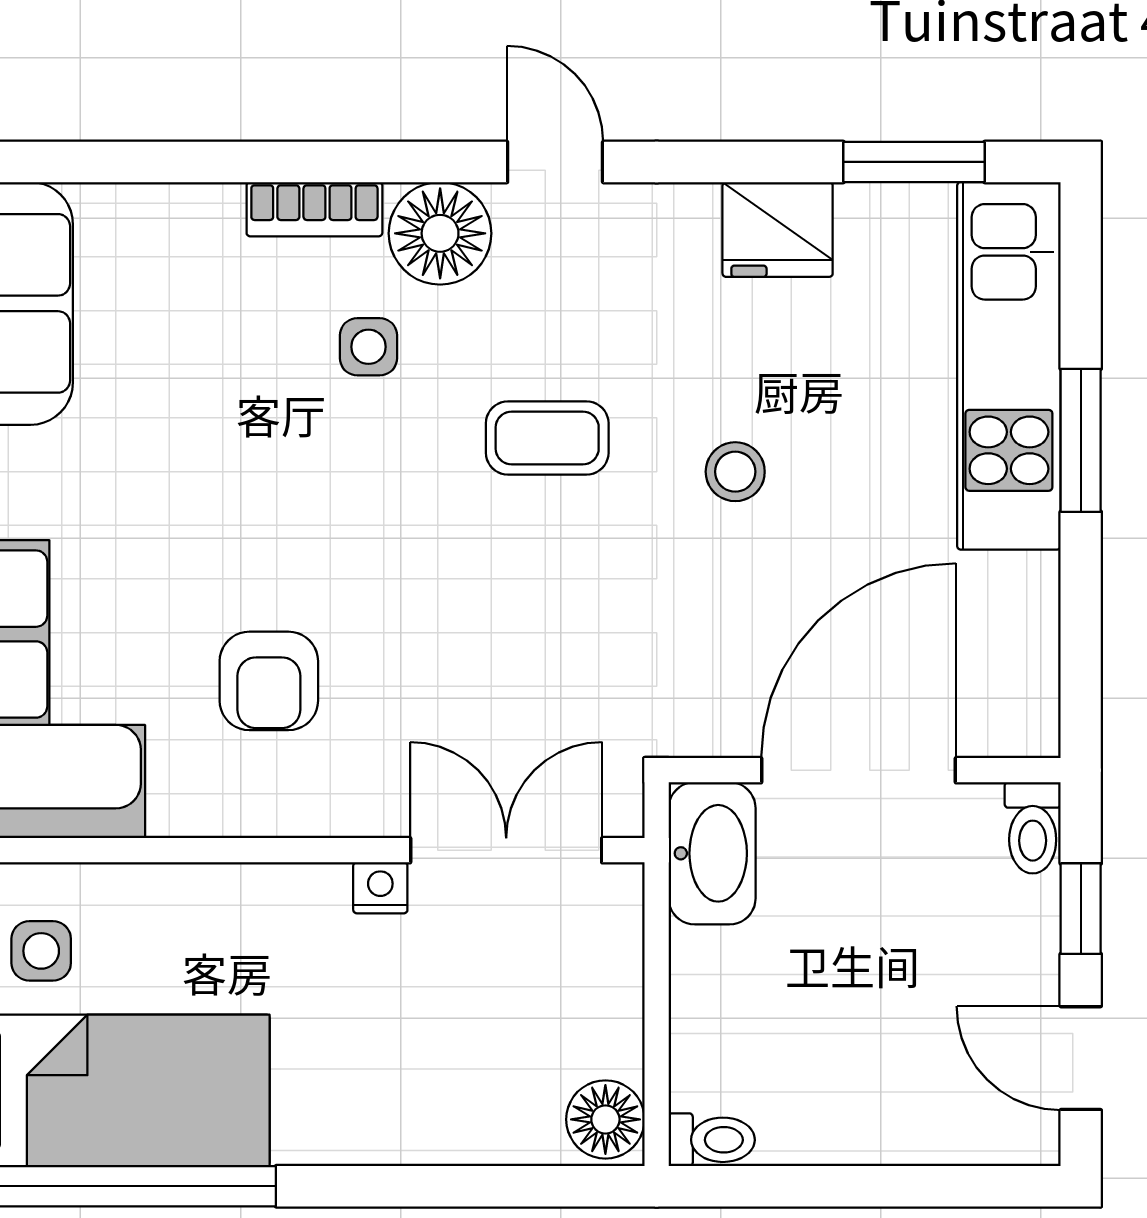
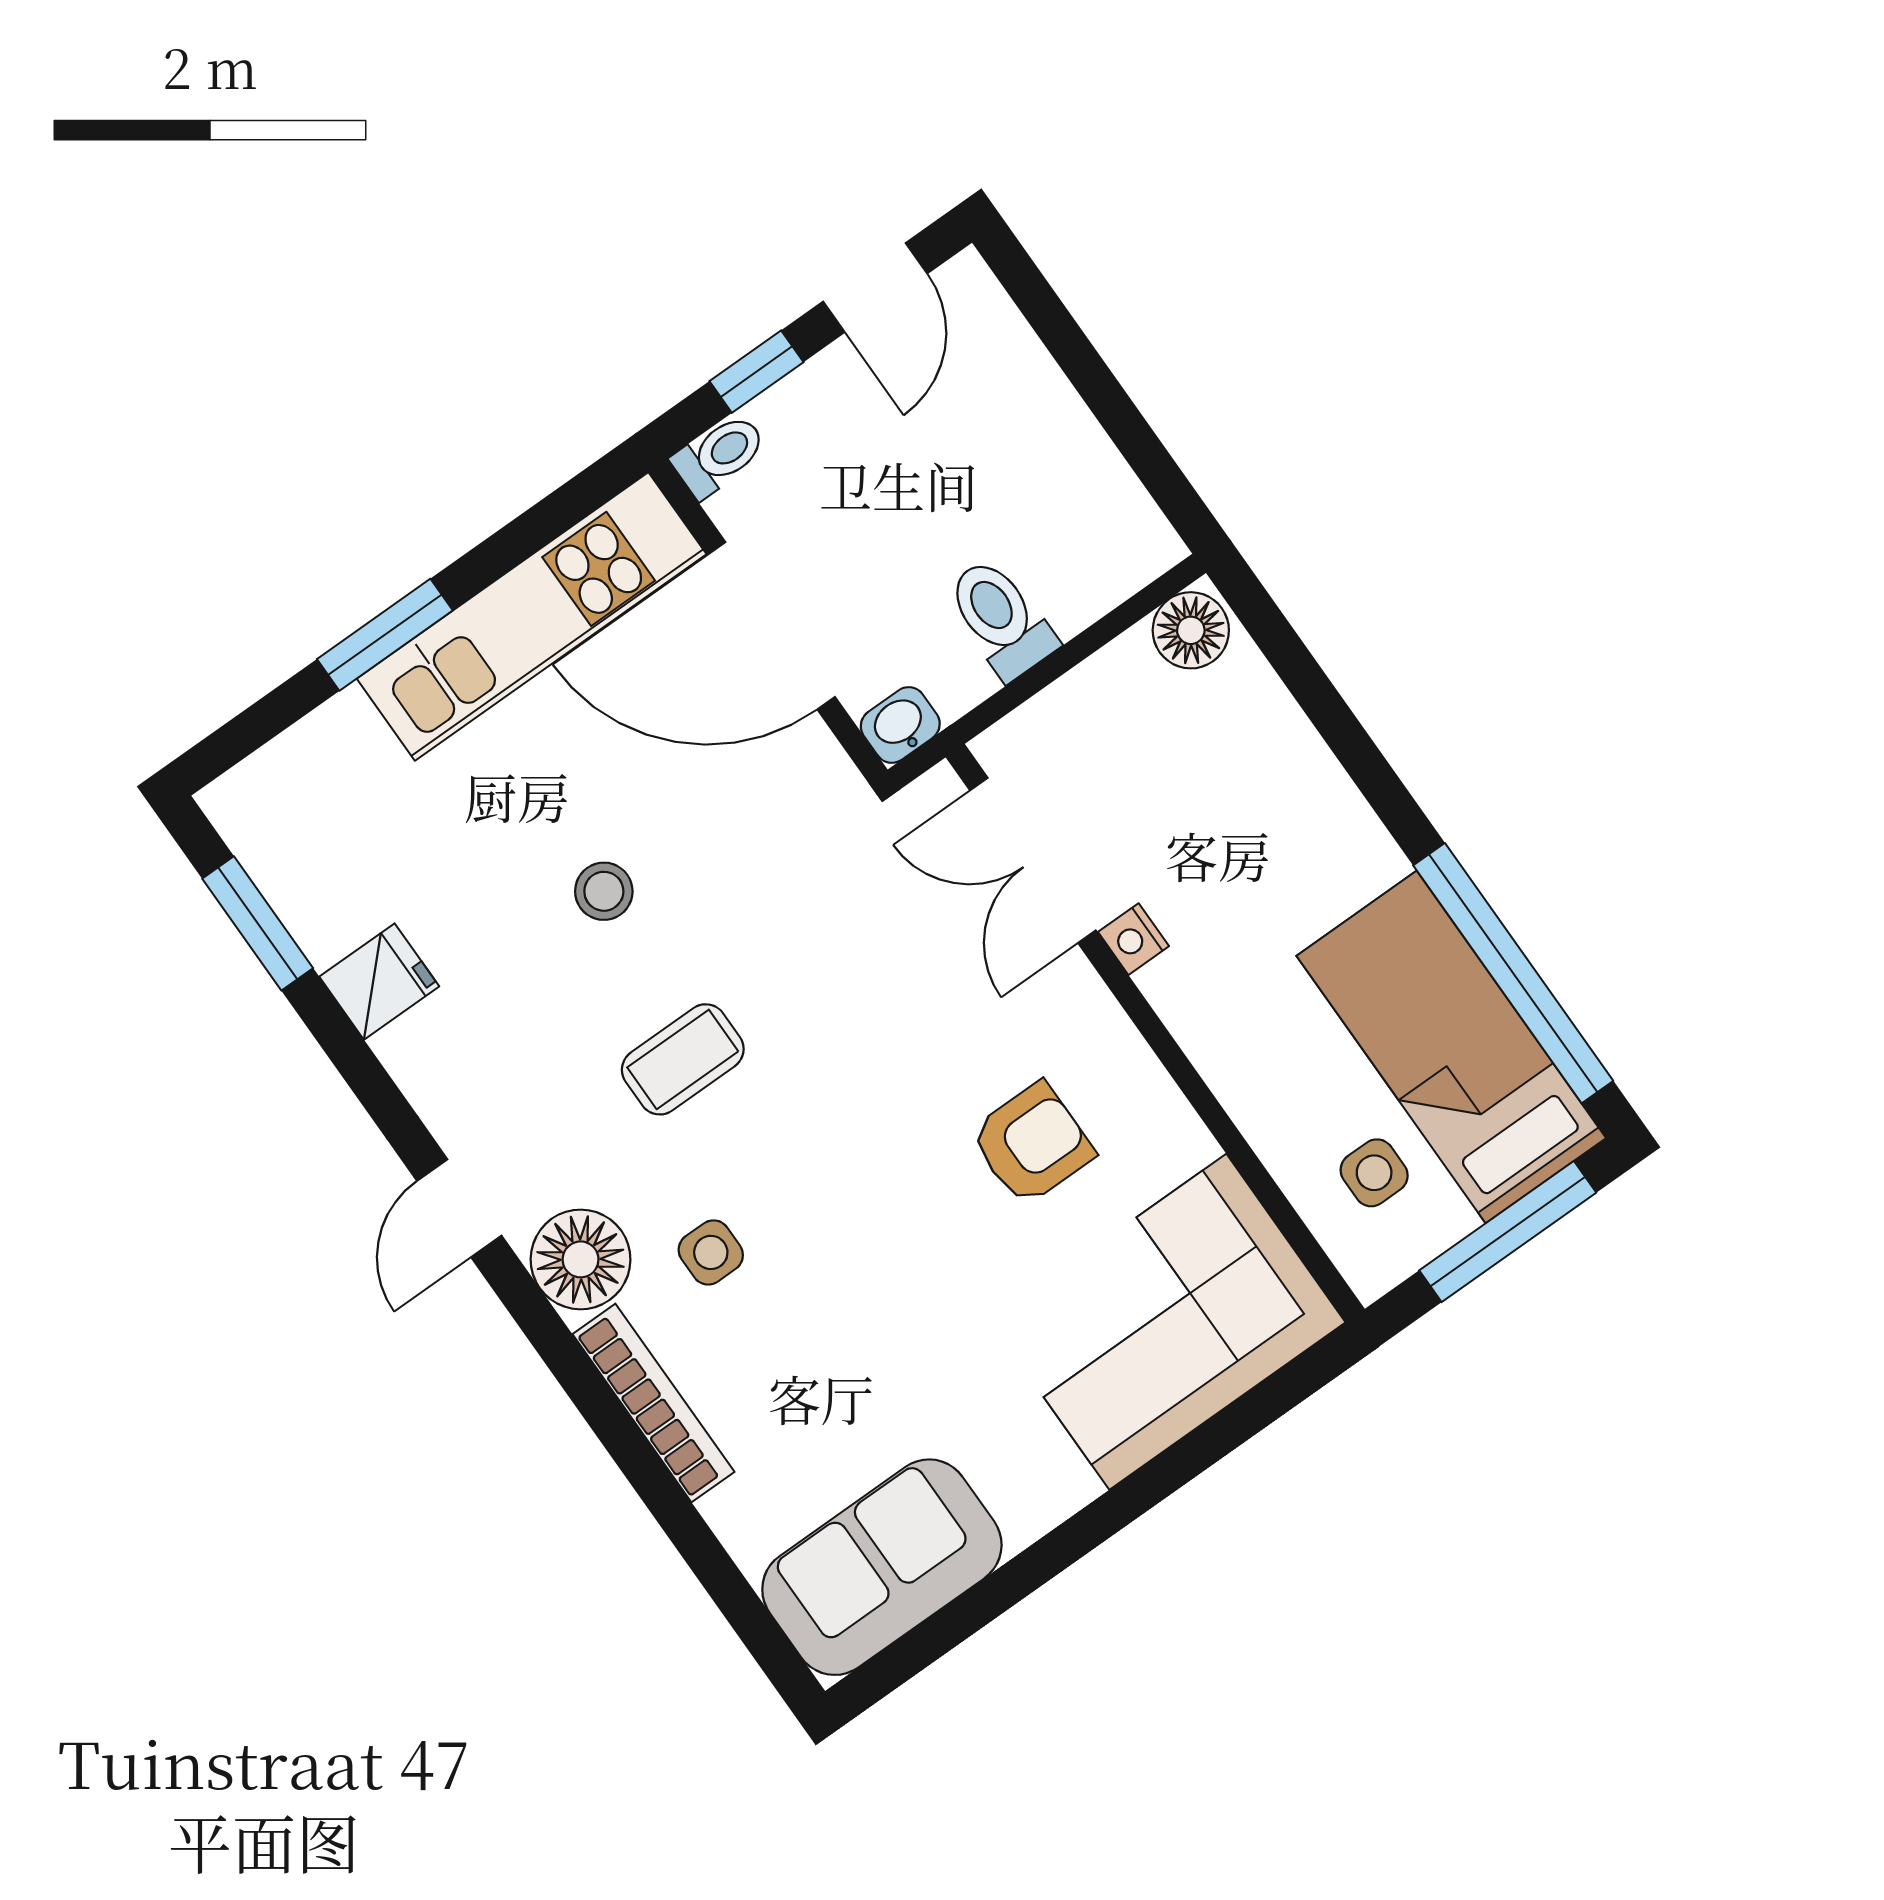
bookcase: (314, 209) -> (653, 1403), width x1.56
fridge: (778, 229) -> (379, 982), width x0.72
kitchen unit: (1009, 366) -> (532, 616), moved
coffee table: (547, 438) -> (683, 1059), turned 90
washbasin: (712, 853) -> (900, 725), width x0.52, depth x0.69
toilet: (712, 1140) -> (1001, 618), moved, width x1.37, depth x1.39

